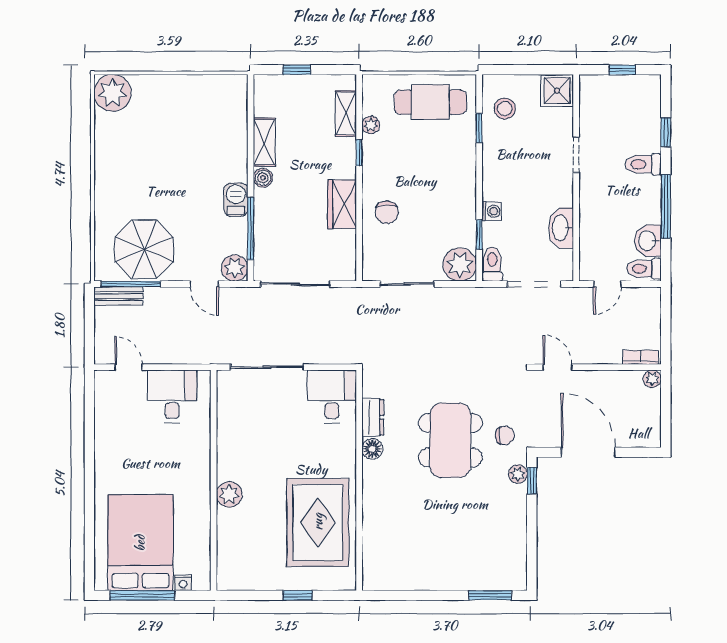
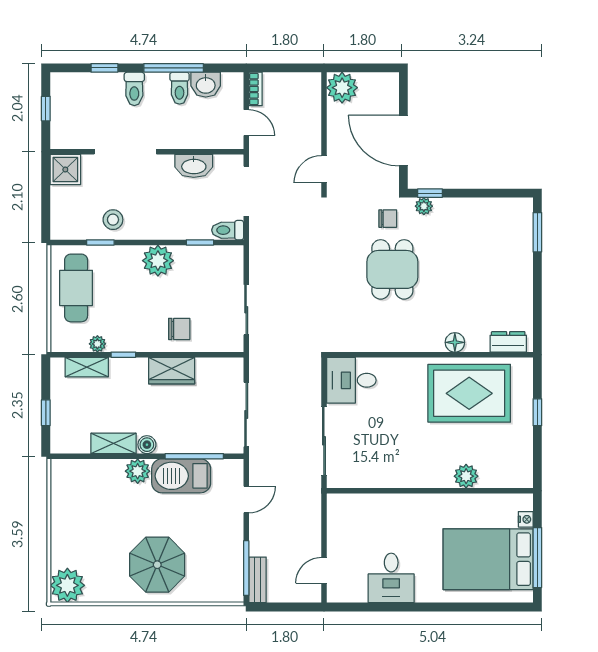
stool: (505, 109) -> (113, 220), moved
doorway: (576, 155) -> (125, 152), width x1.88
barbecue: (236, 200) -> (181, 476), width x1.88, depth x1.53
washing machine: (492, 211) -> (178, 231), removed
parasol: (144, 249) -> (157, 565), moved
plant: (460, 265) -> (158, 261), moved
plant: (235, 268) -> (138, 471), moved
toilet: (644, 269) -> (180, 88), moved
bookcase: (641, 357) -> (255, 89), moved, turned 180
plant: (652, 379) -> (342, 88), width x1.88, depth x1.88
desk: (172, 396) -> (391, 578), moved, turned -90
dresser: (373, 417) -> (508, 342), moved
chair: (505, 435) -> (388, 219), turned 90
dining table: (450, 440) -> (392, 269), width x0.73
floor lamp: (372, 449) -> (455, 342), moved
door: (588, 452) -> (403, 141), hinge flipped
plant: (229, 494) -> (466, 476), moved

